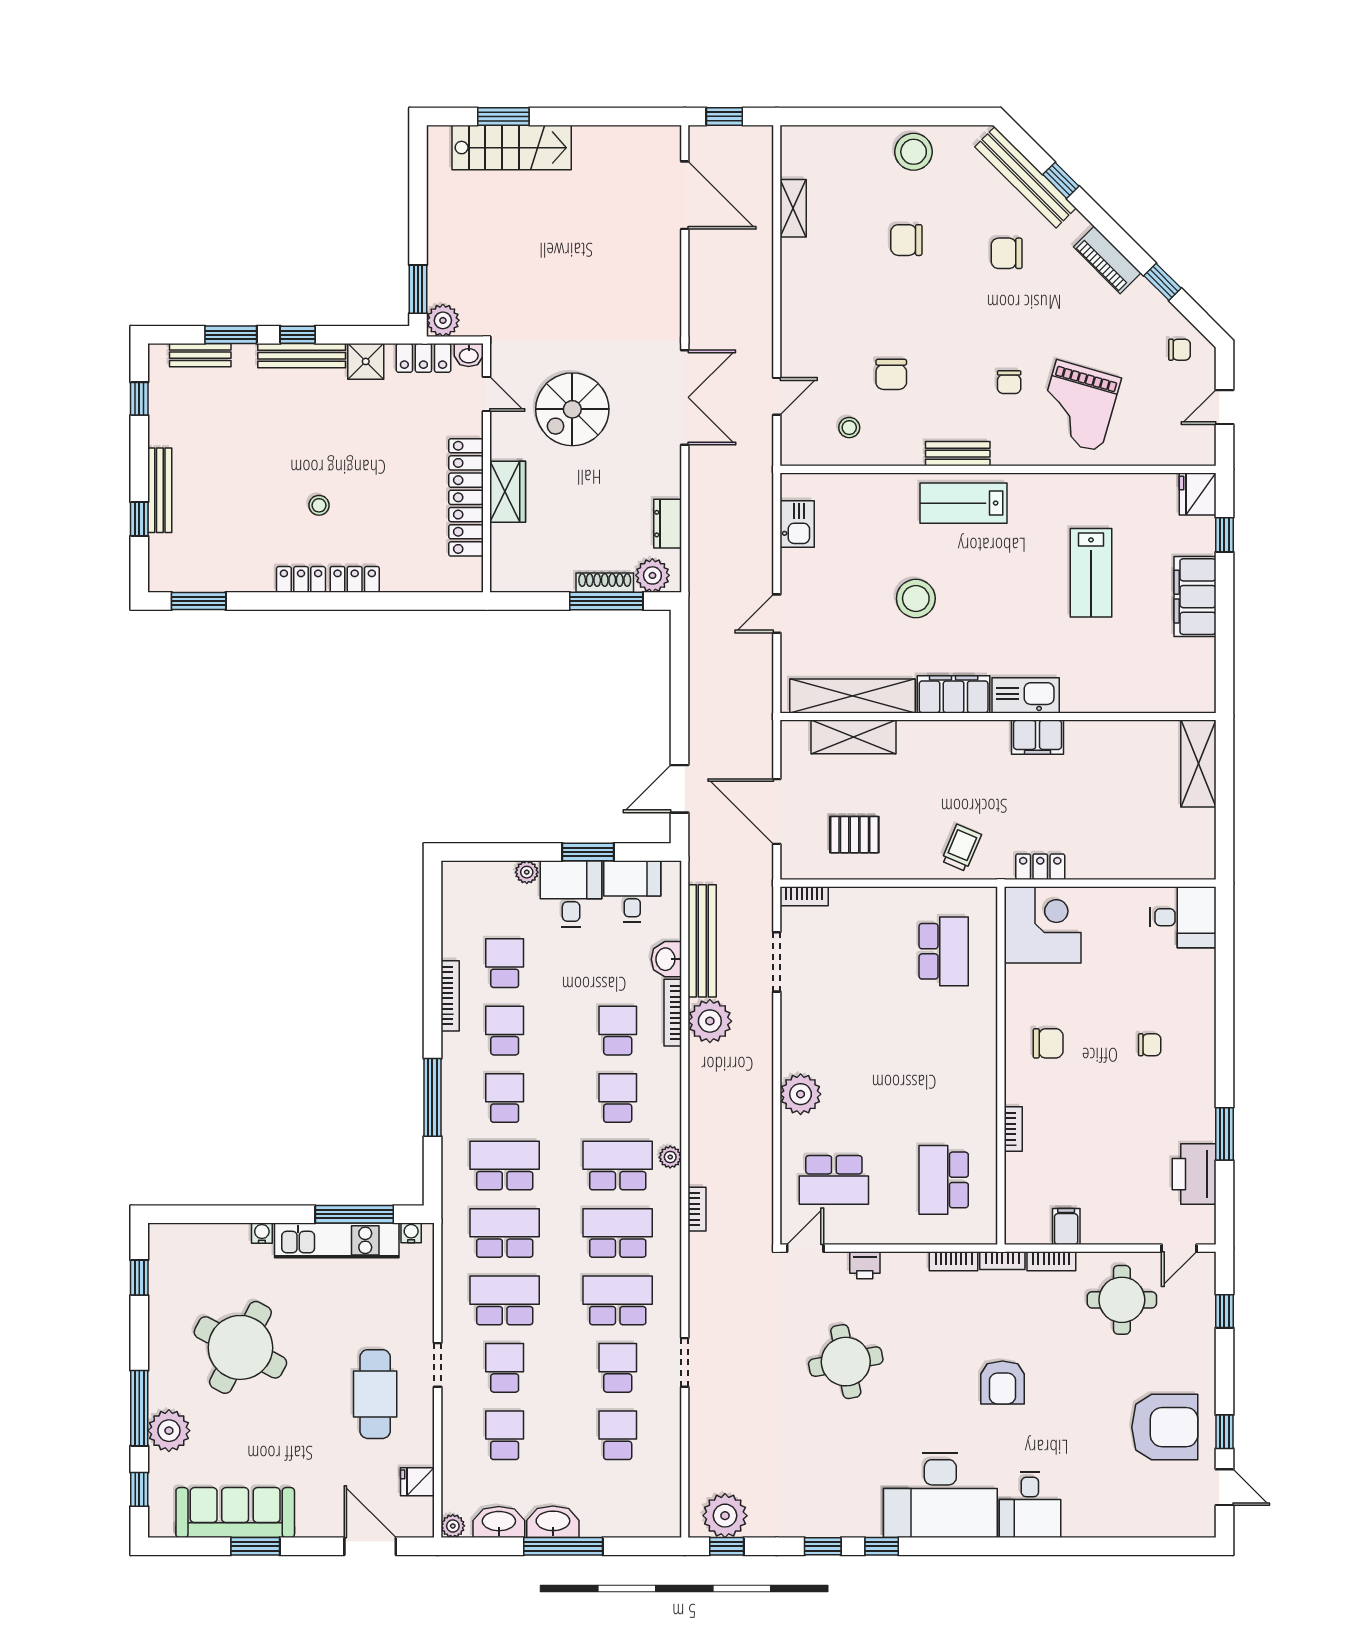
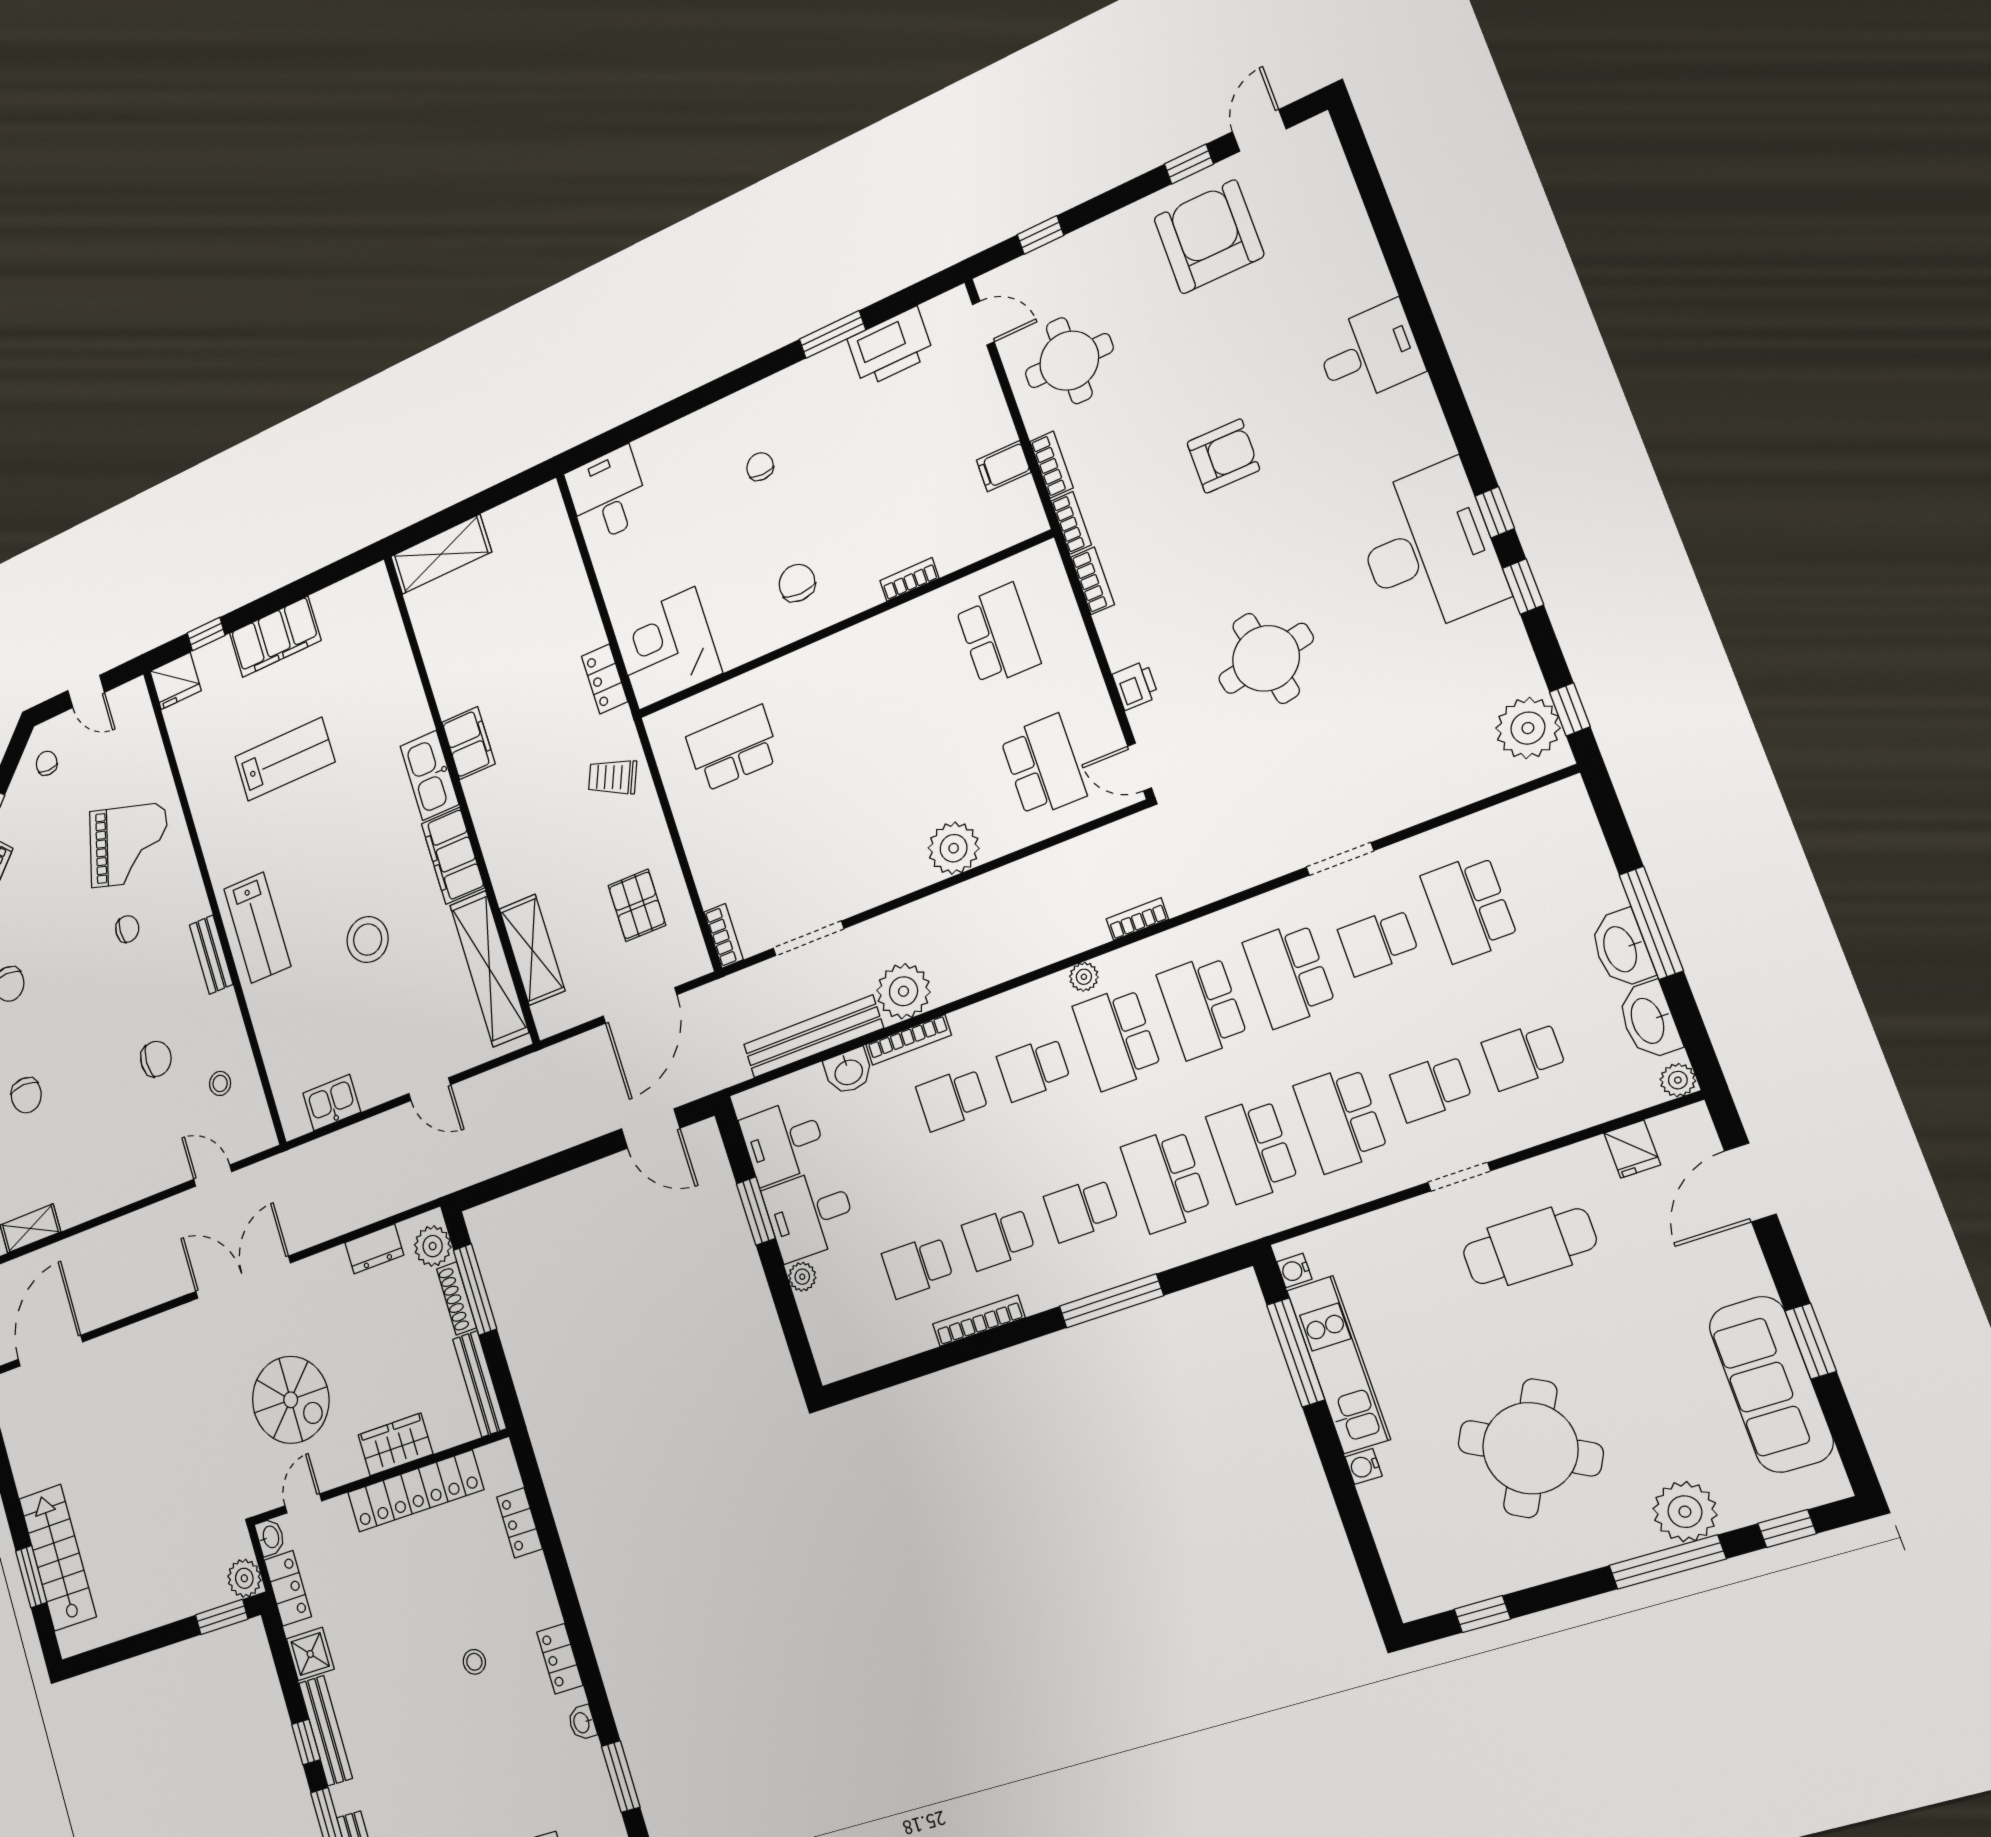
locker: (355, 579) -> (519, 1523), moved
bench: (532, 581) -> (480, 1384), added
washbasin: (248, 582) -> (582, 1723), added
school desk: (944, 1180) -> (998, 635), turned -90
school desk: (618, 1435) -> (1469, 908), width x1.85
desk: (940, 1495) -> (1428, 549), moved

